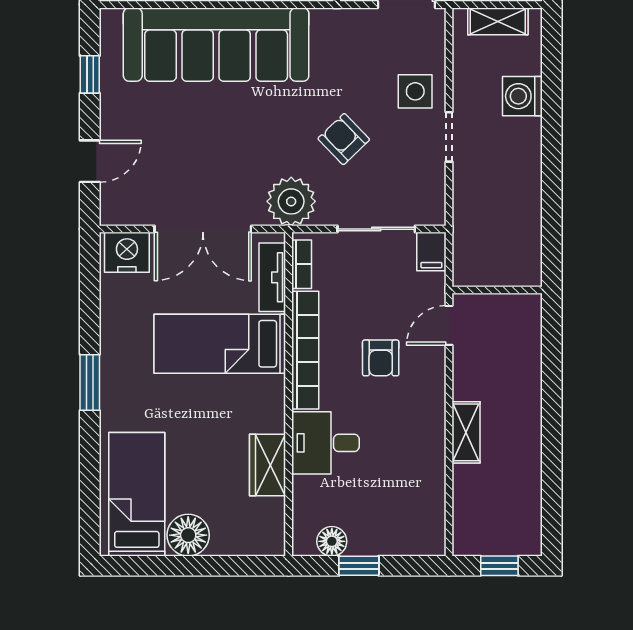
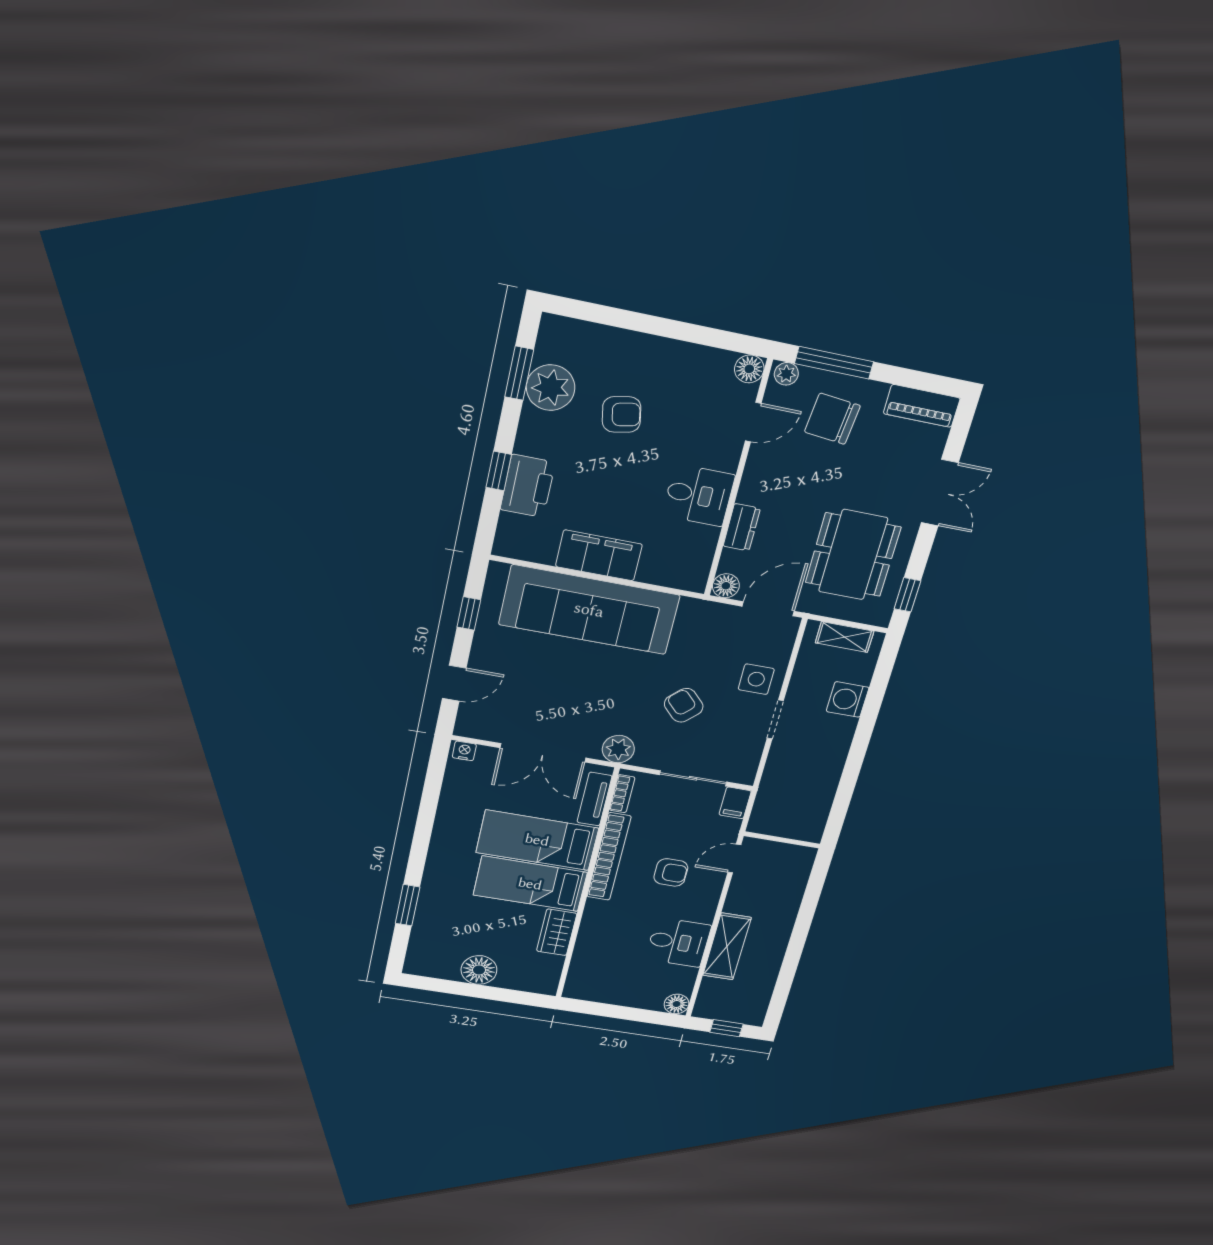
plant: (291, 201) -> (618, 749), width x0.73, depth x0.73
nightstand: (127, 252) -> (464, 751), width x0.53, depth x0.56
armchair: (381, 358) -> (671, 872), turned -90
window: (90, 382) -> (408, 905), moved
shelving: (466, 432) -> (727, 946), width x1.50, depth x1.33
desk: (326, 443) -> (678, 942), moved, turned 180
bed: (137, 494) -> (530, 884), moved, turned -90
floor lamp: (332, 541) -> (677, 1004), moved
window: (359, 566) -> (614, 1011), removed

